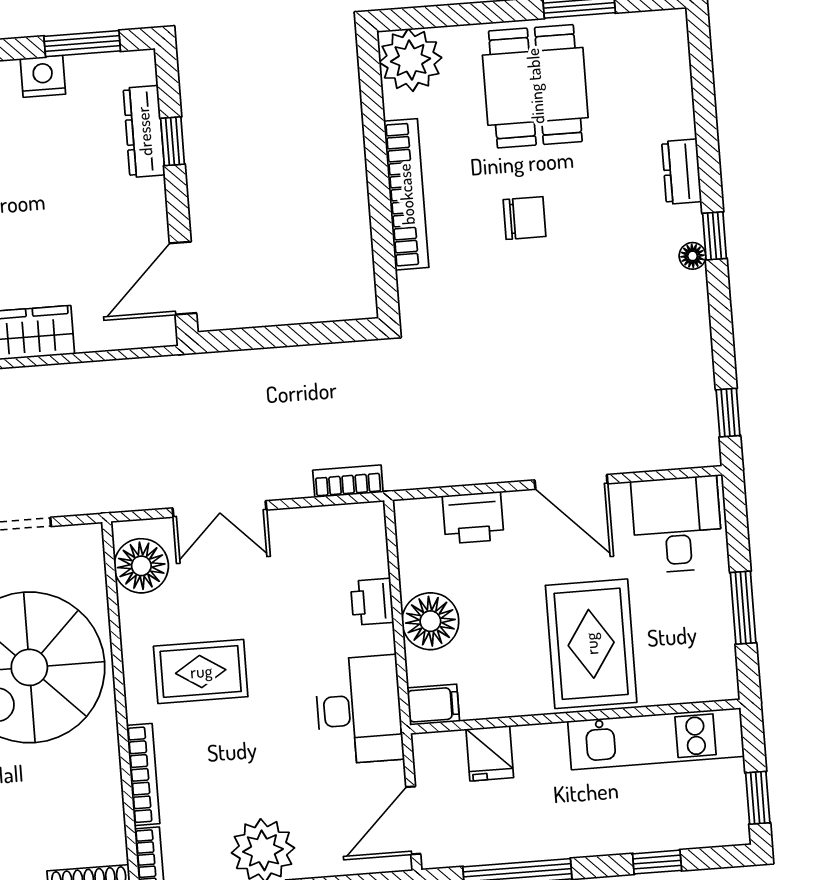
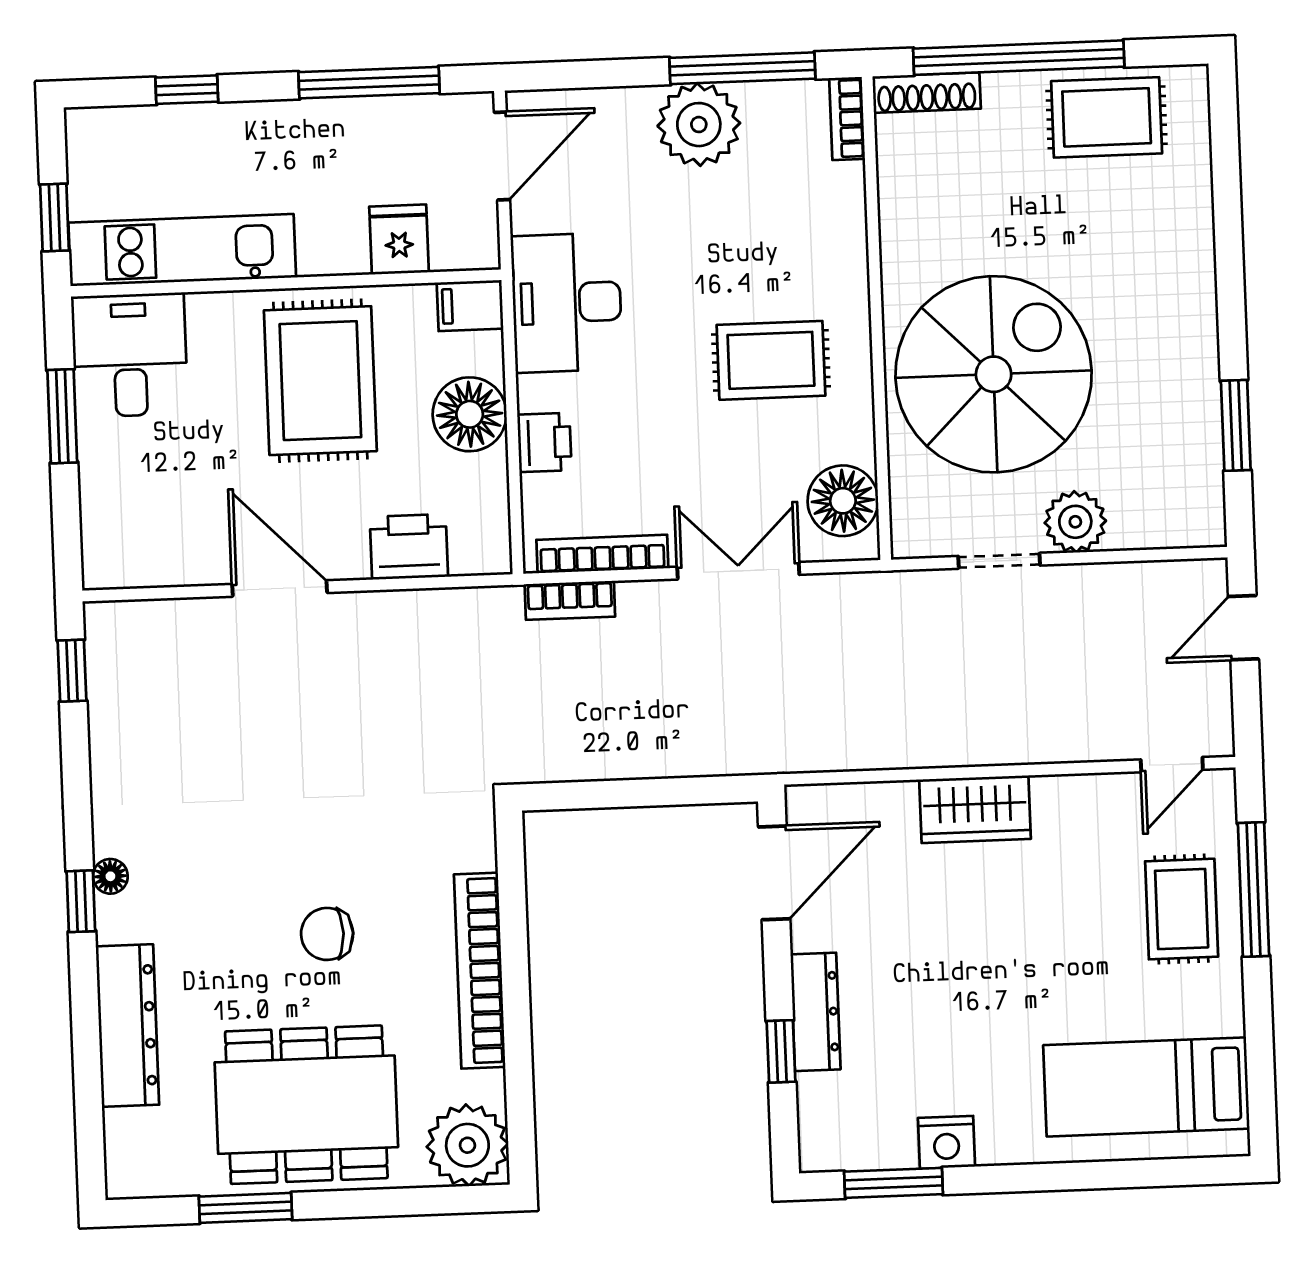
dining table: (535, 86) -> (306, 1105), width x1.38
dresser: (144, 131) -> (816, 1012), moved
dresser: (682, 172) -> (127, 1026), width x1.96, depth x1.24
desk: (677, 524) -> (130, 355), moved, turned 180
rug: (591, 644) -> (320, 381), moved
bookcase: (143, 775) -> (602, 554), moved, turned 90
window: (758, 798) -> (55, 217), moved

